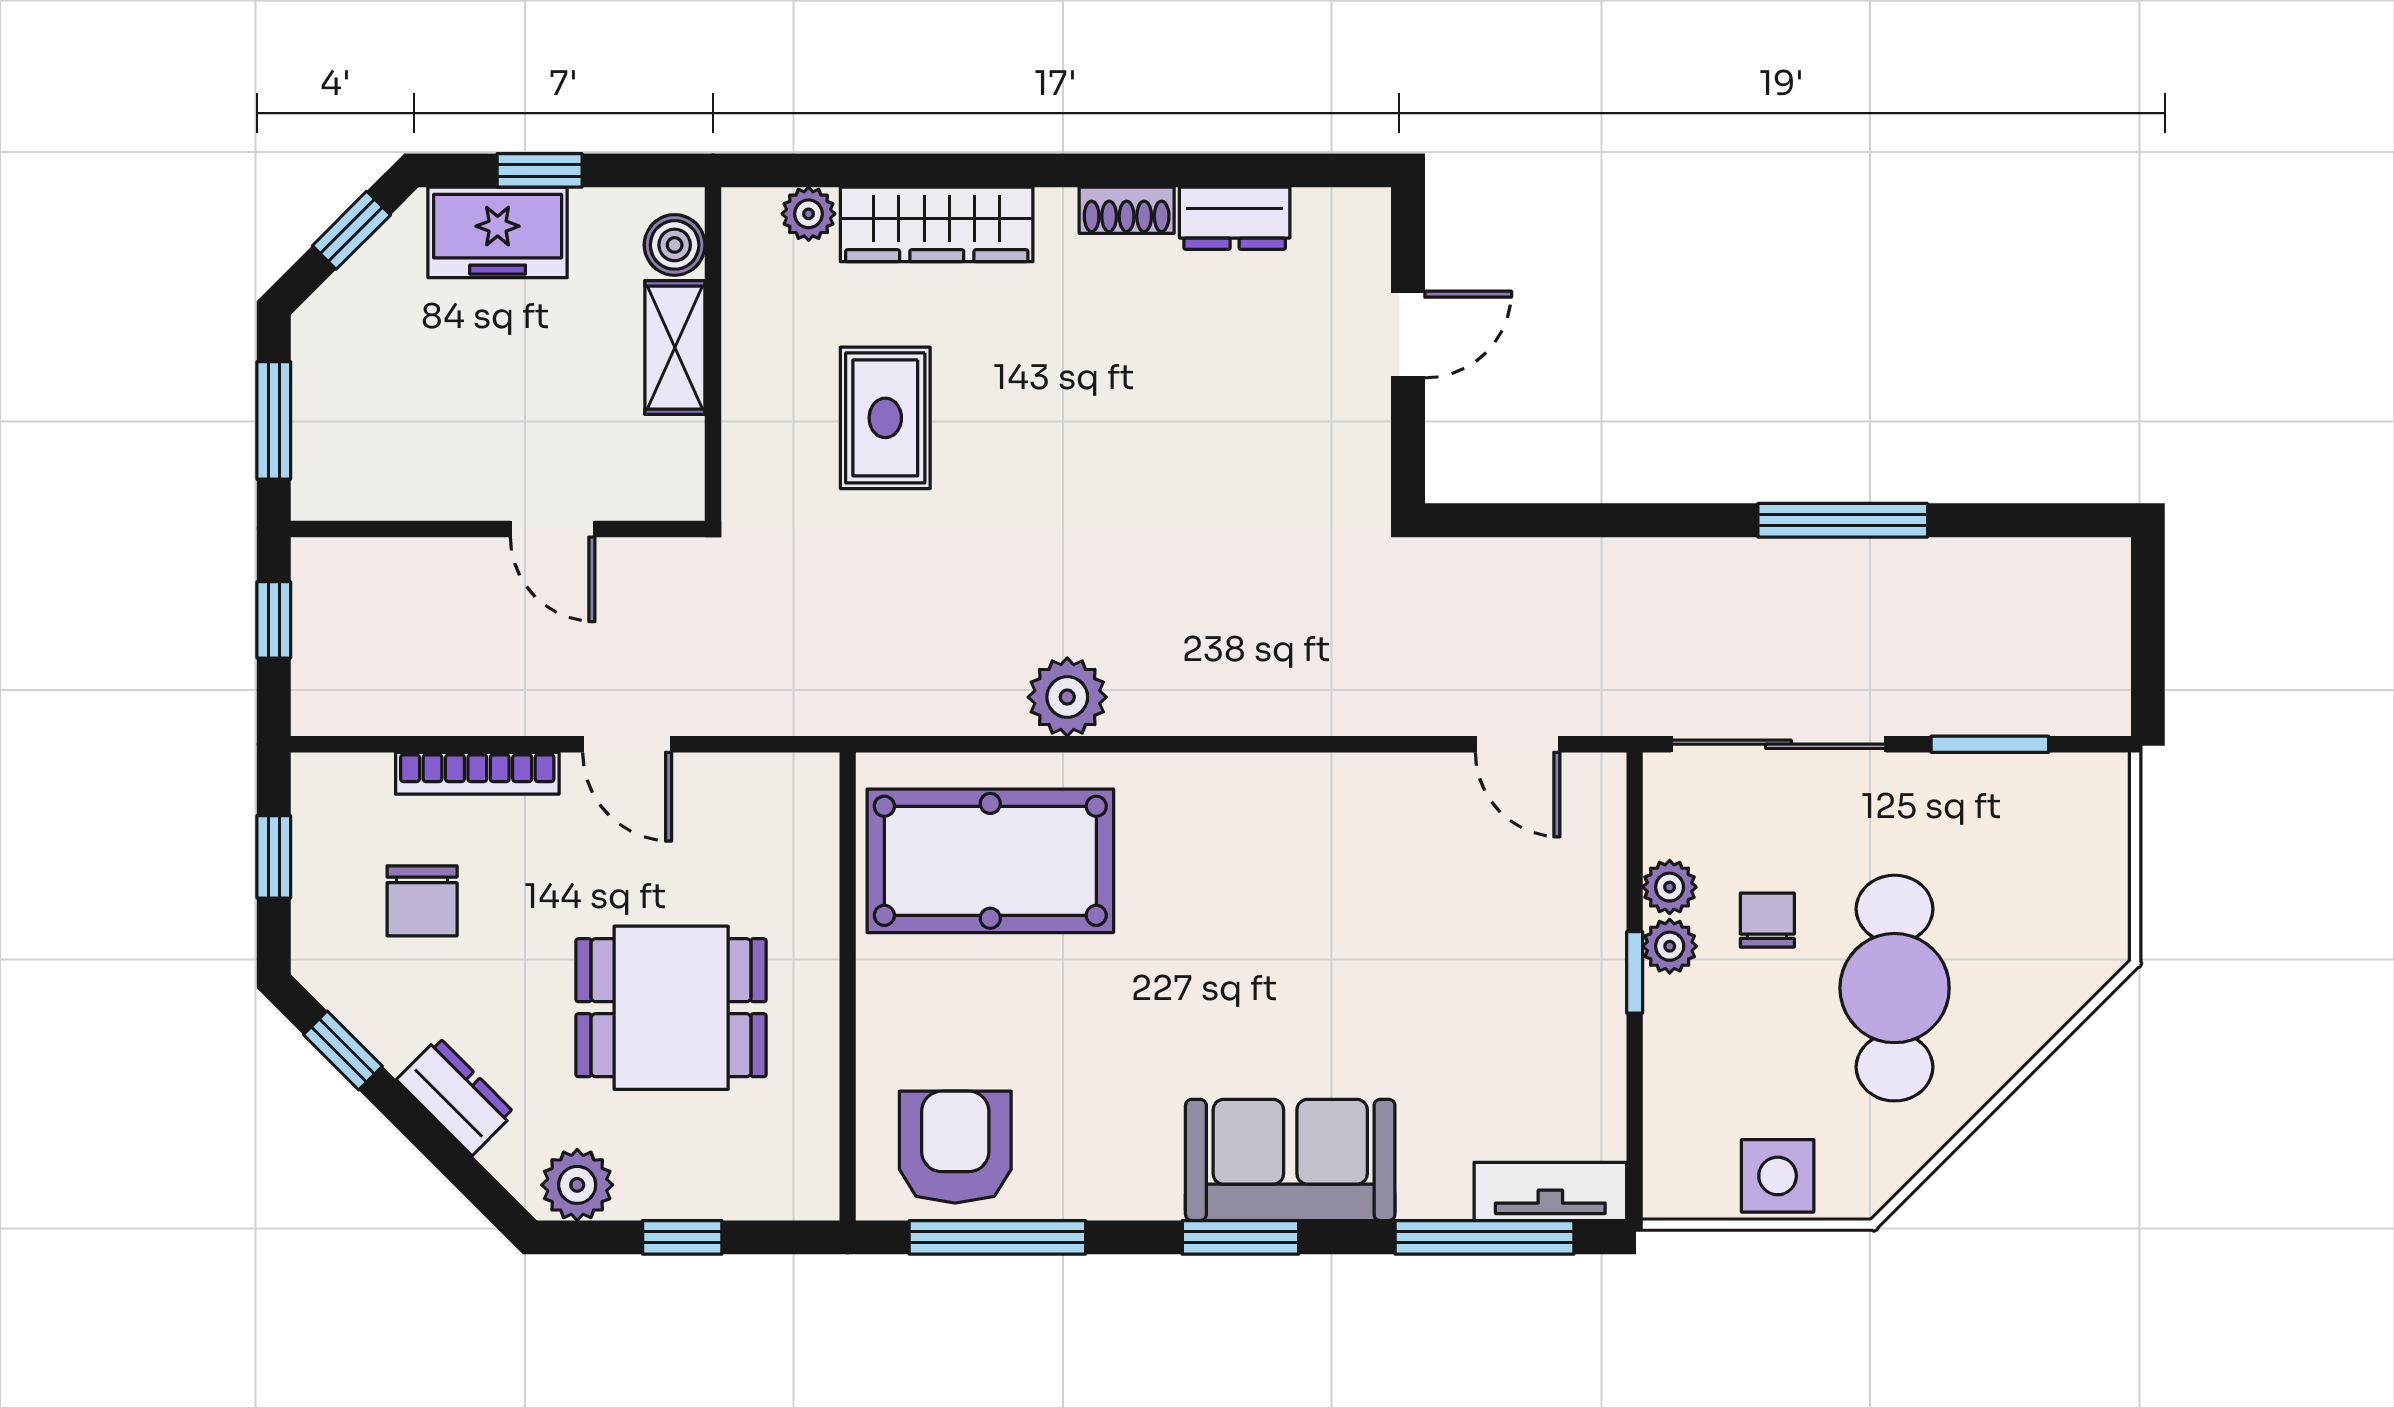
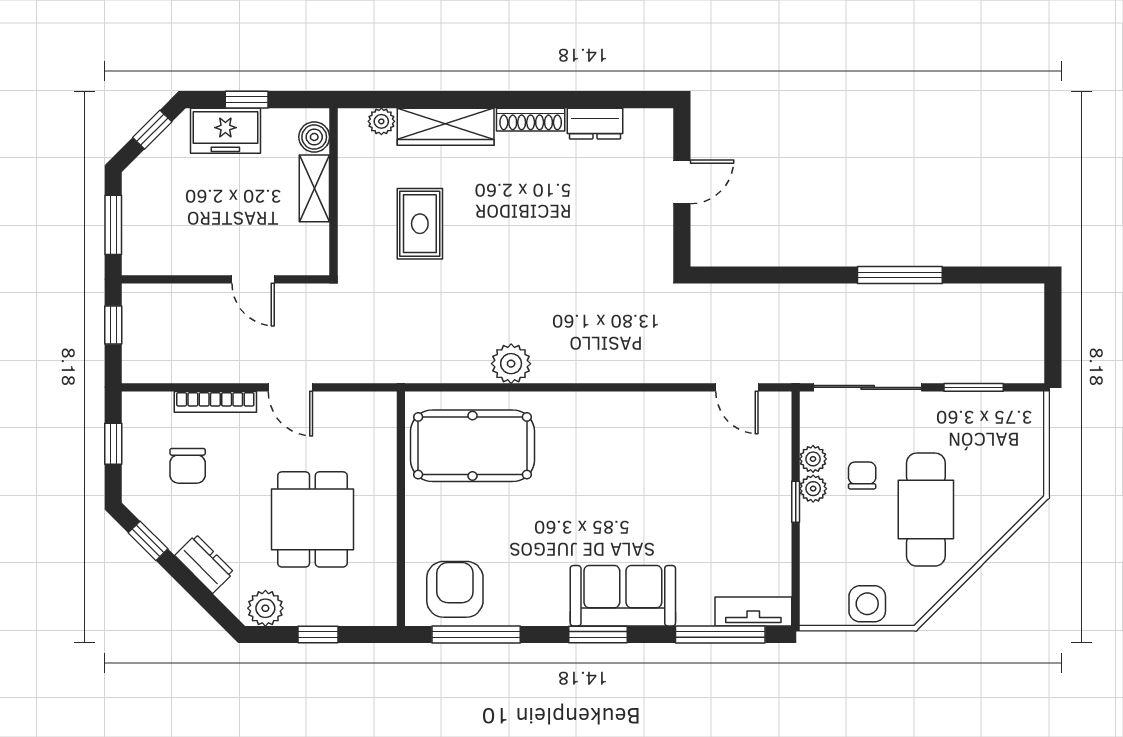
shoe rack: (1127, 210) -> (531, 120), width x1.43
dining table: (671, 1008) -> (312, 519), turned 90

